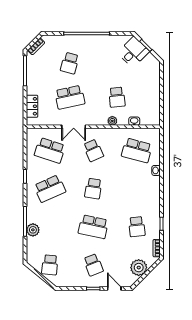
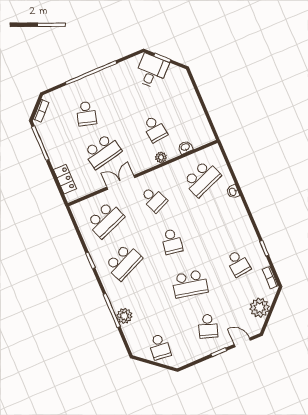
double door: (74, 127) -> (121, 182), swing flipped
school desk: (50, 150) -> (106, 220), turned -39
school desk: (137, 150) -> (202, 179), turned -36
school desk: (93, 265) -> (208, 326), turned 39

